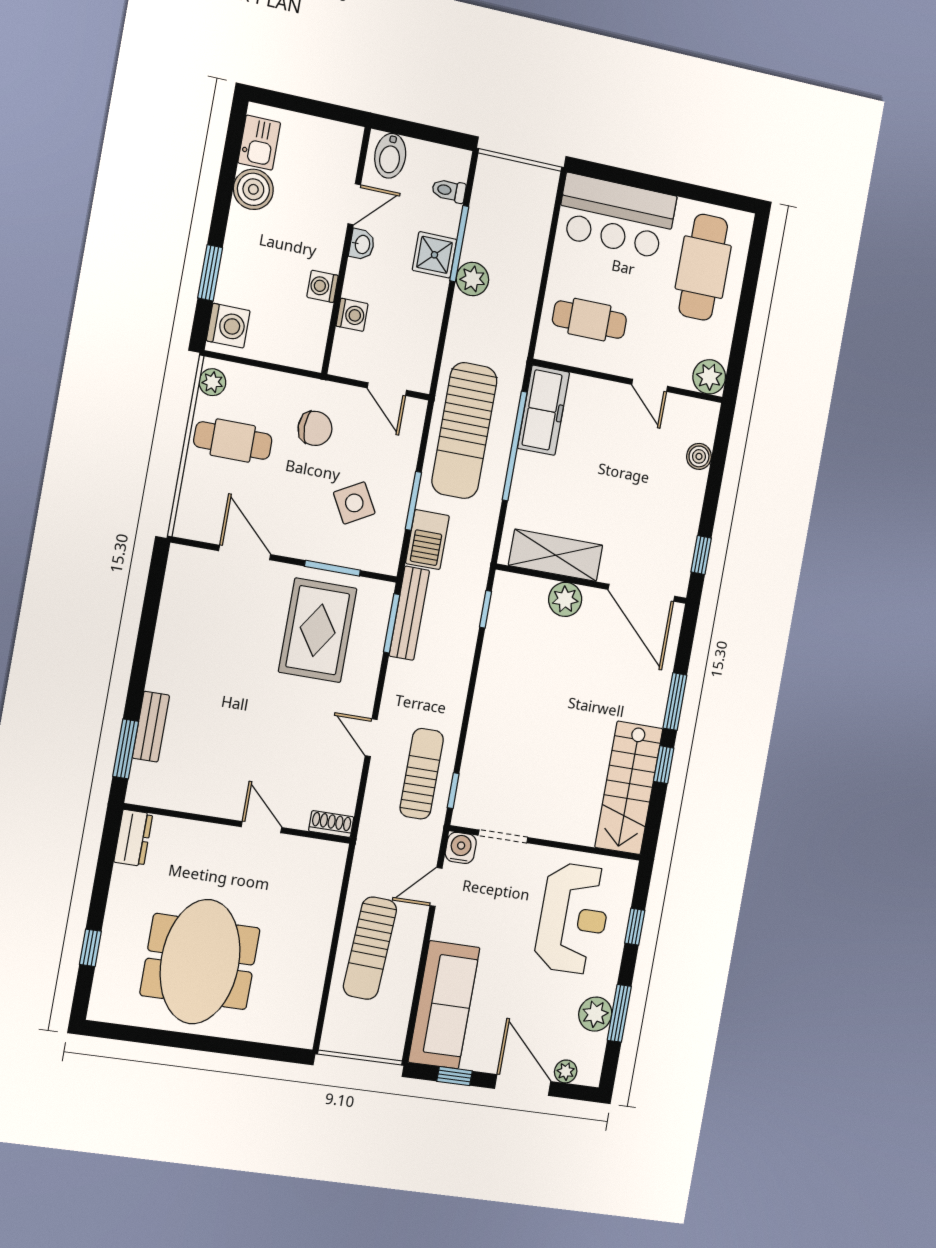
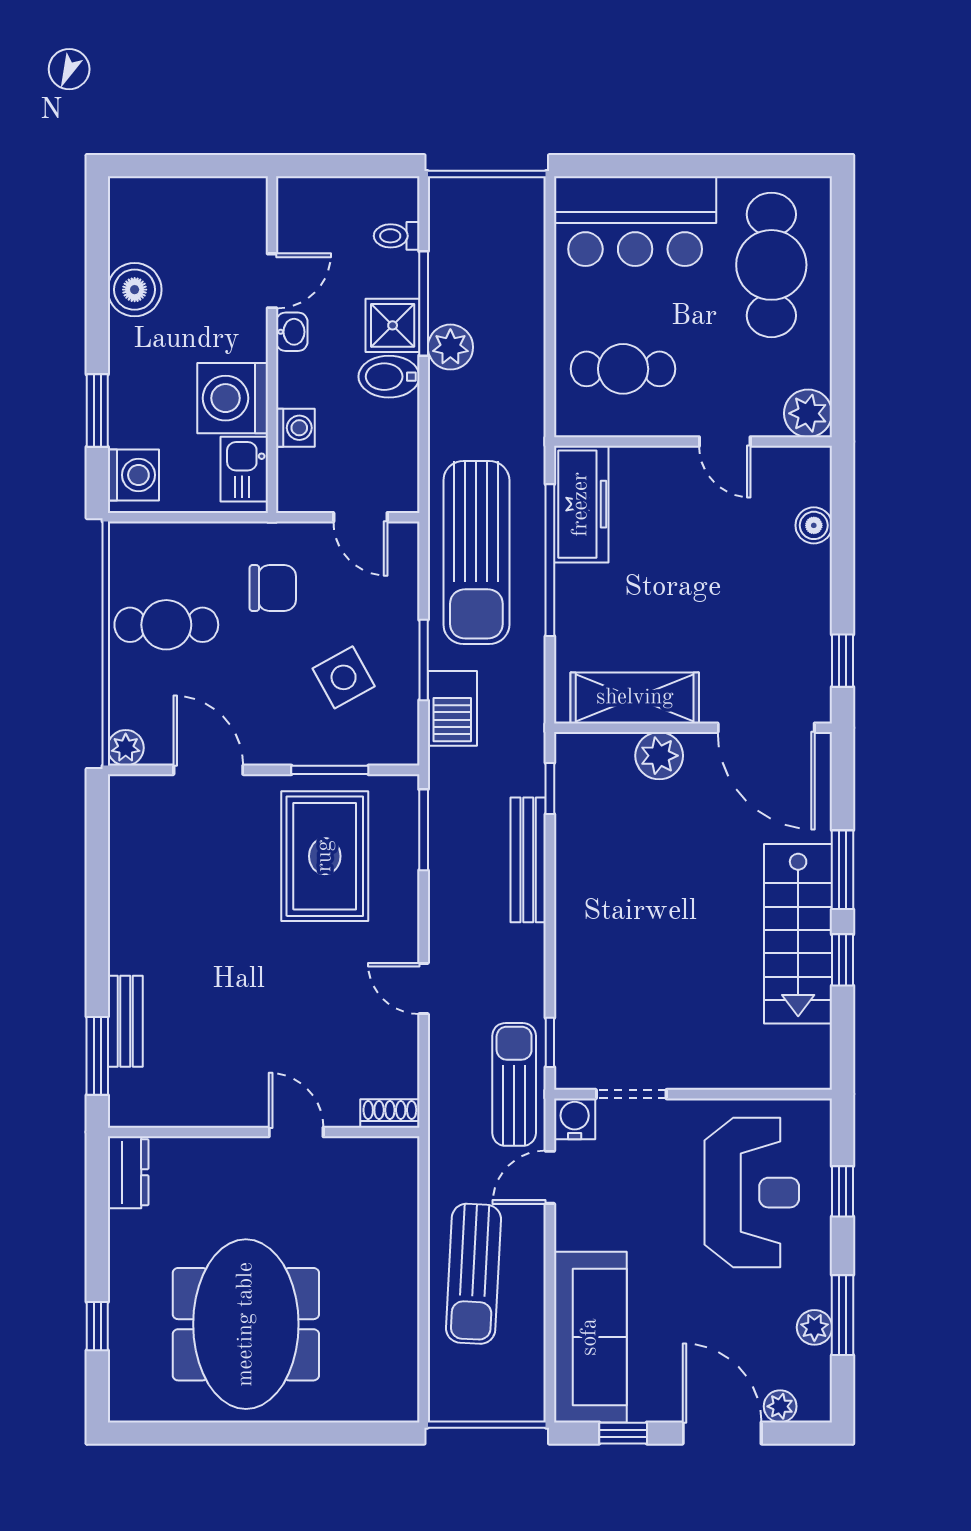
kitchen sink: (259, 143) -> (244, 469), moved, turned 180
bidet: (390, 156) -> (389, 377), moved, turned 90
washing machine: (323, 286) -> (233, 398), width x1.89, depth x1.89
plant: (212, 382) -> (126, 748), moved
bench: (409, 613) -> (528, 860), moved
sun lounger: (422, 774) -> (514, 1084), moved
stairs: (629, 788) -> (798, 934), moved
plant: (595, 1014) -> (814, 1327), width x0.73, depth x0.73

